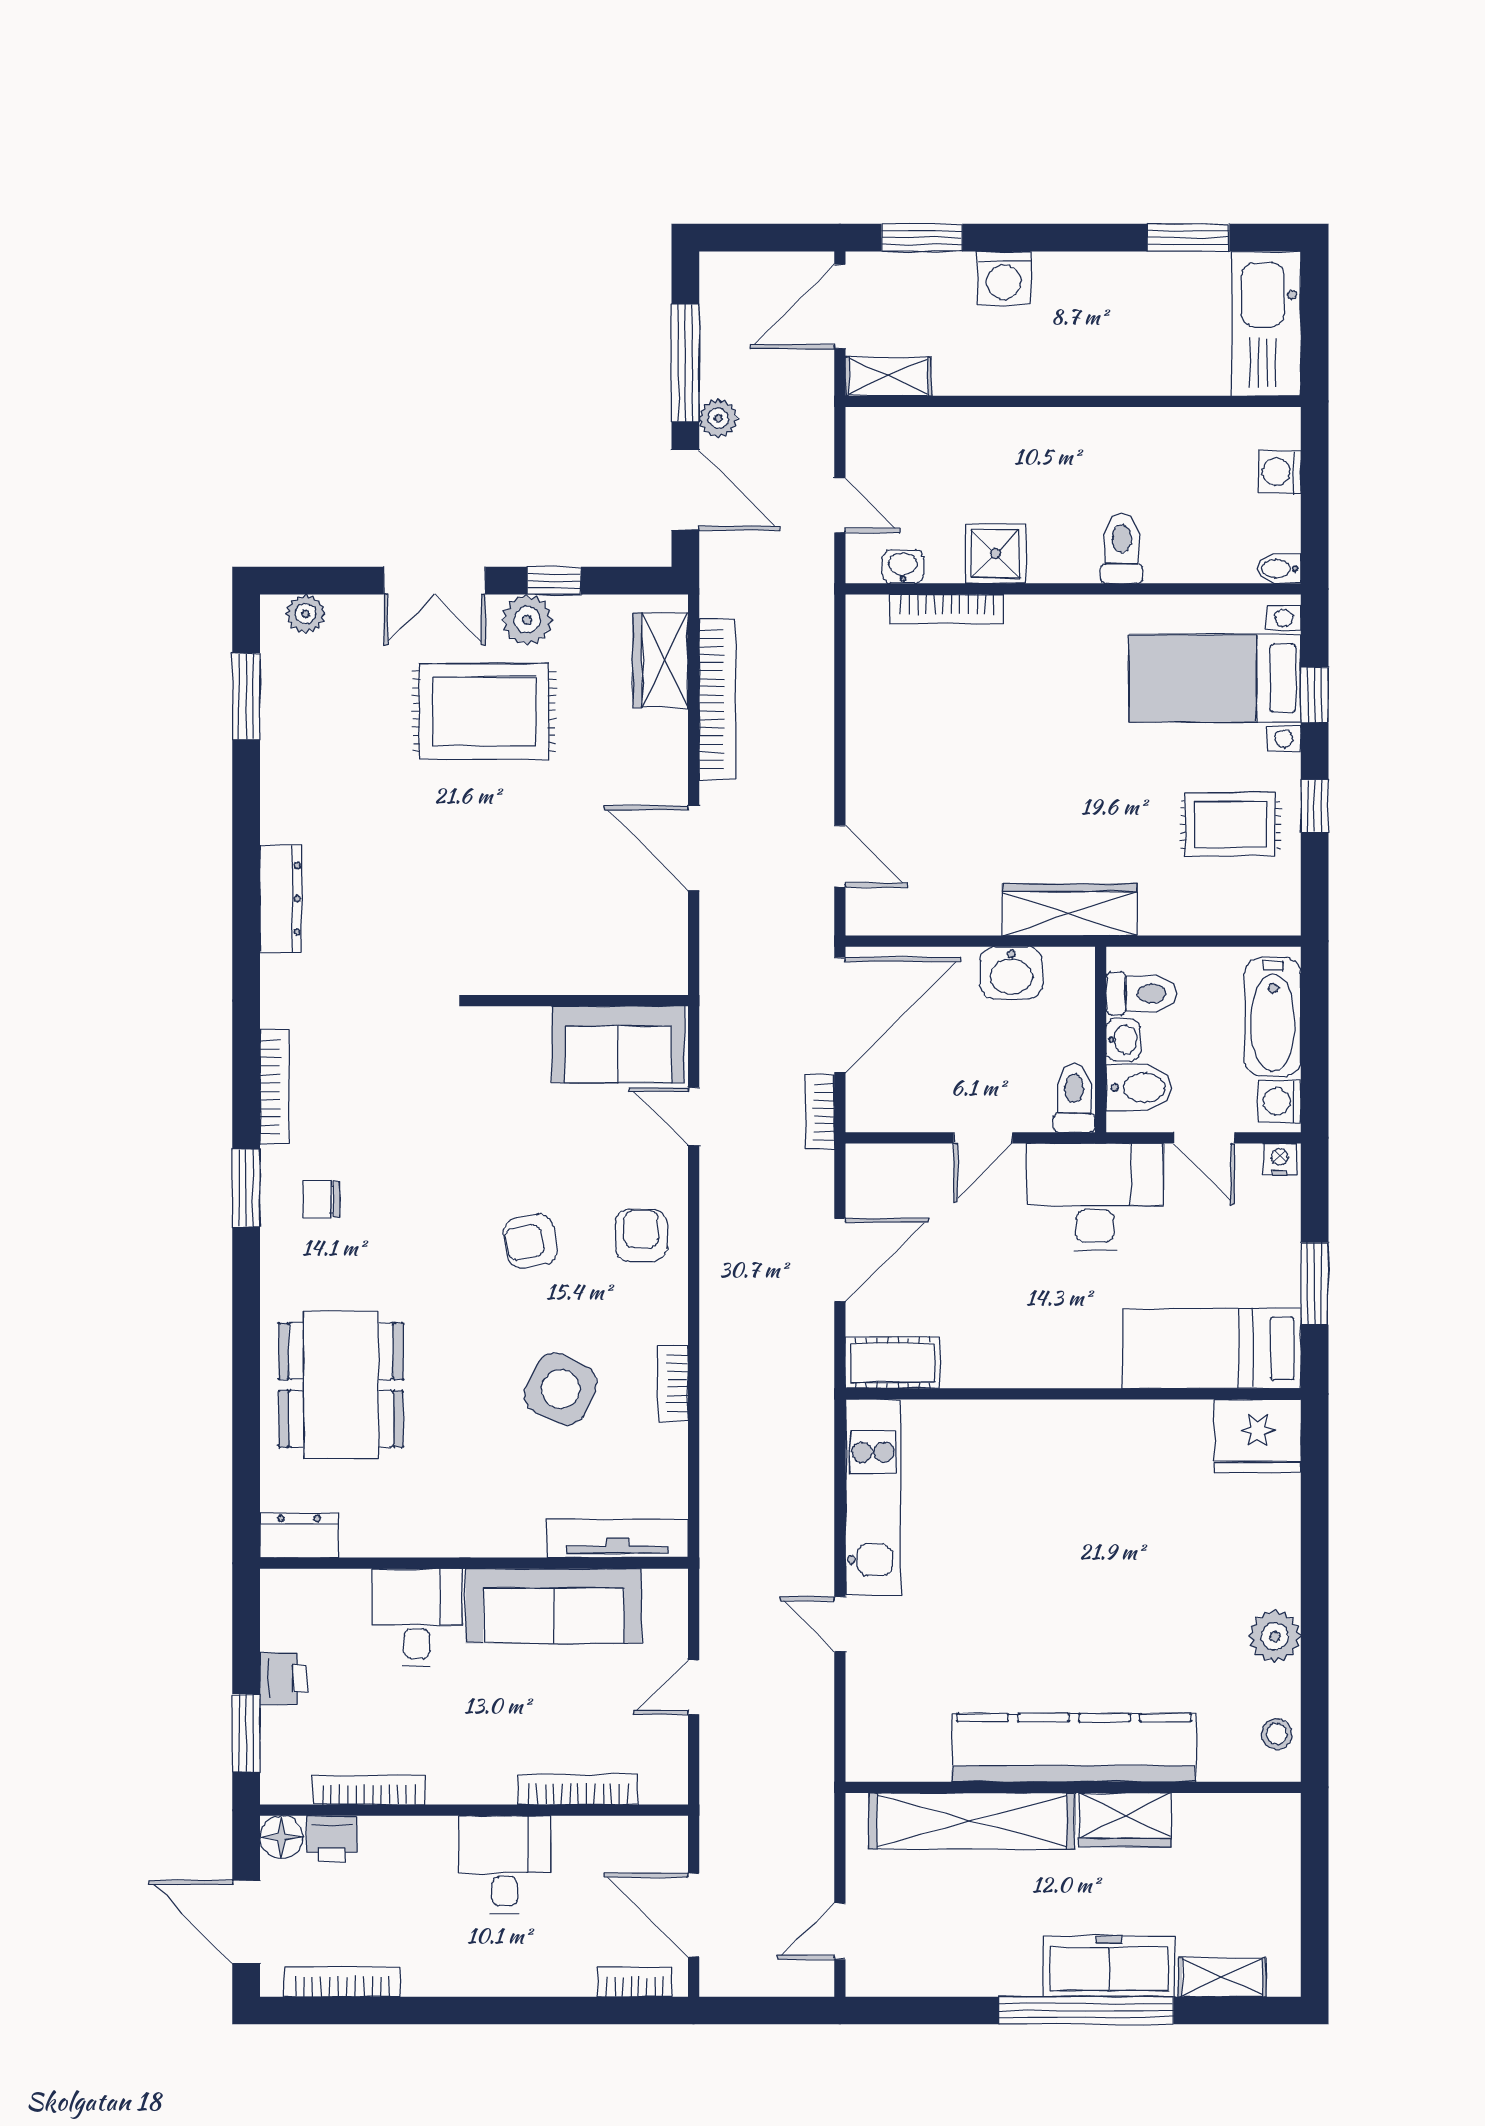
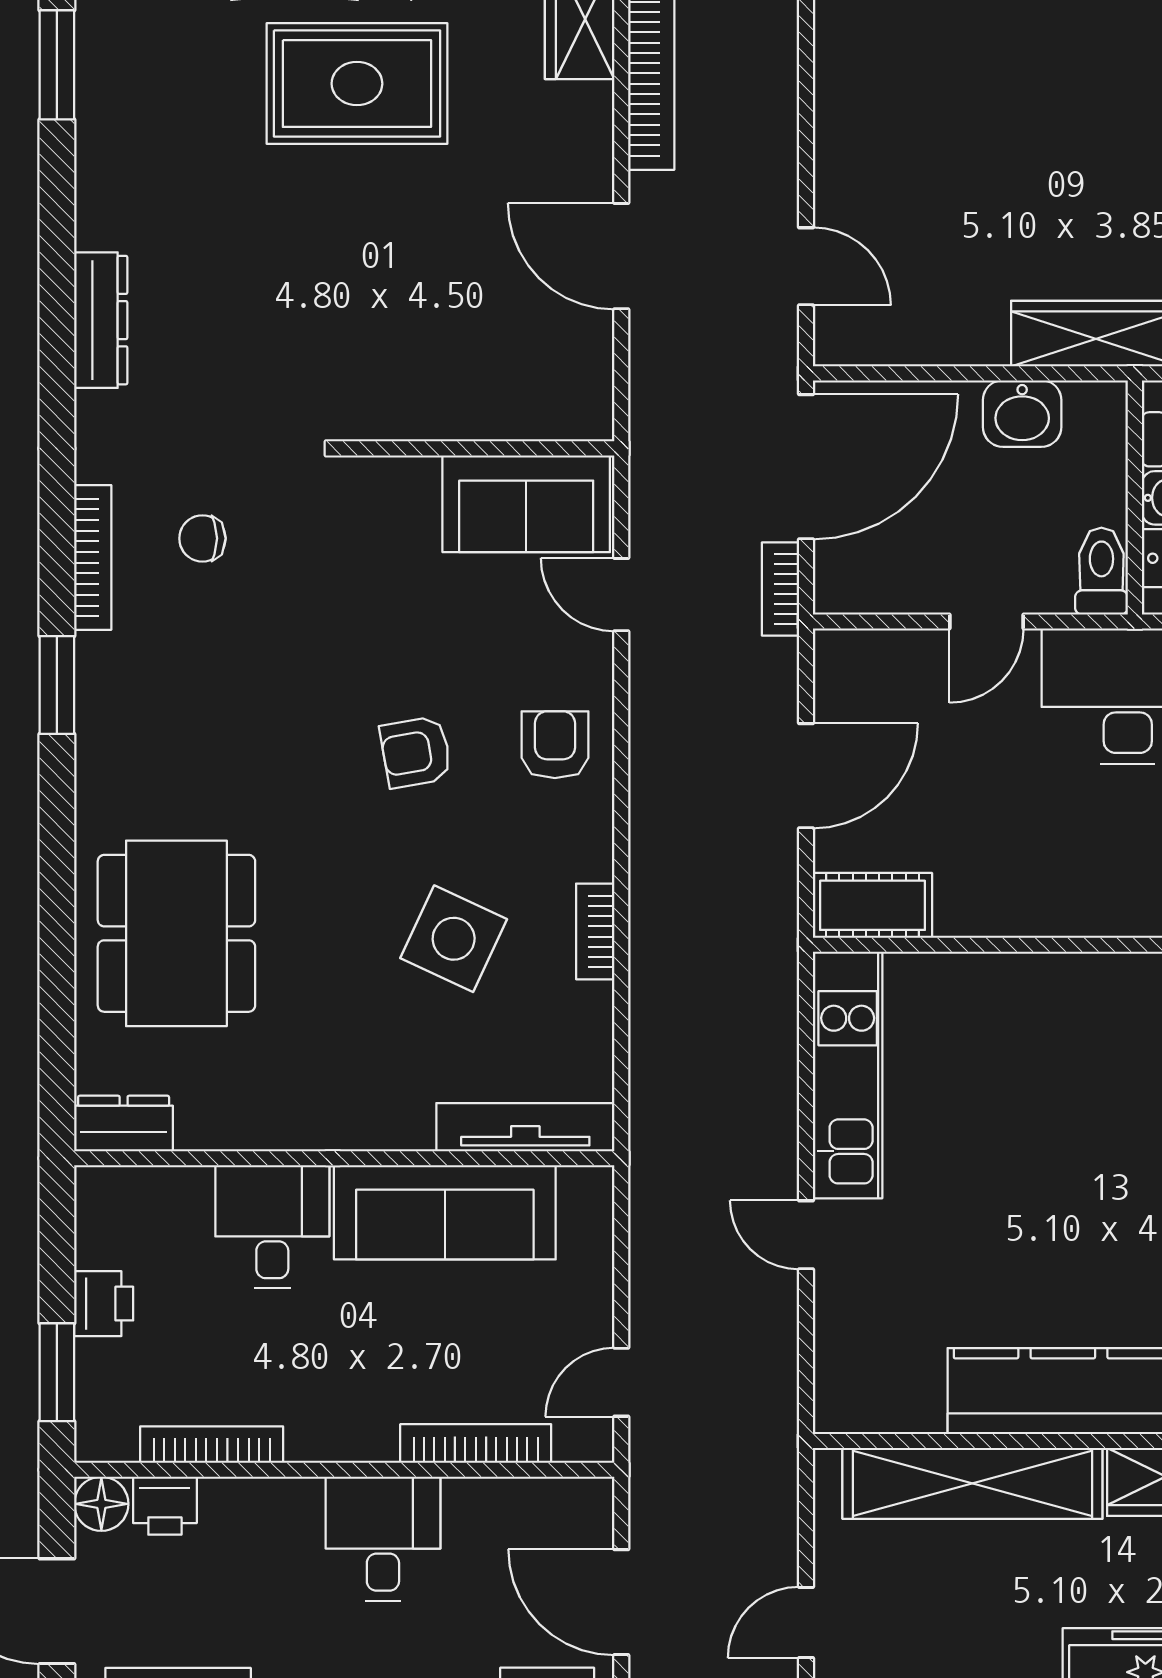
chair: (321, 1199) -> (202, 538), moved
door: (694, 1687) -> (621, 1382), moved

